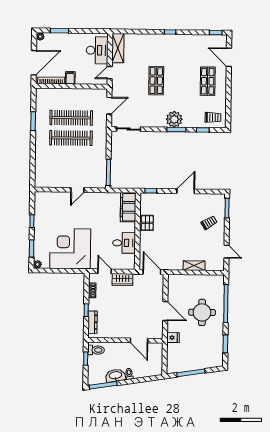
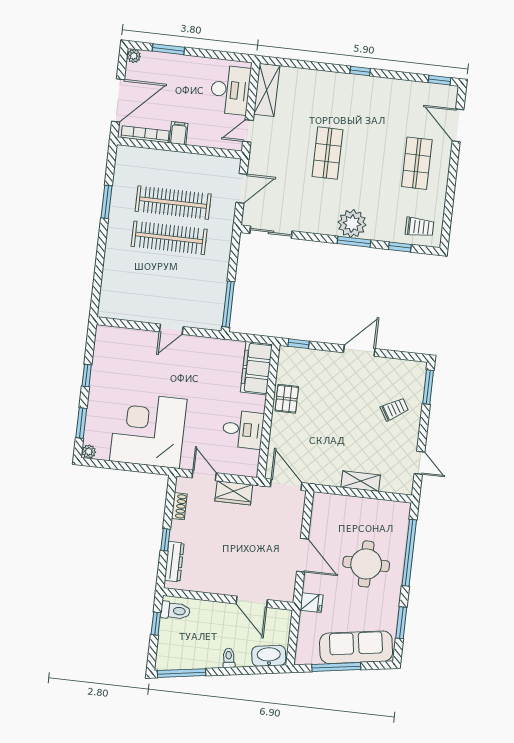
sofa: (201, 360) -> (356, 647), added
washbasin: (115, 376) -> (269, 656), moved

